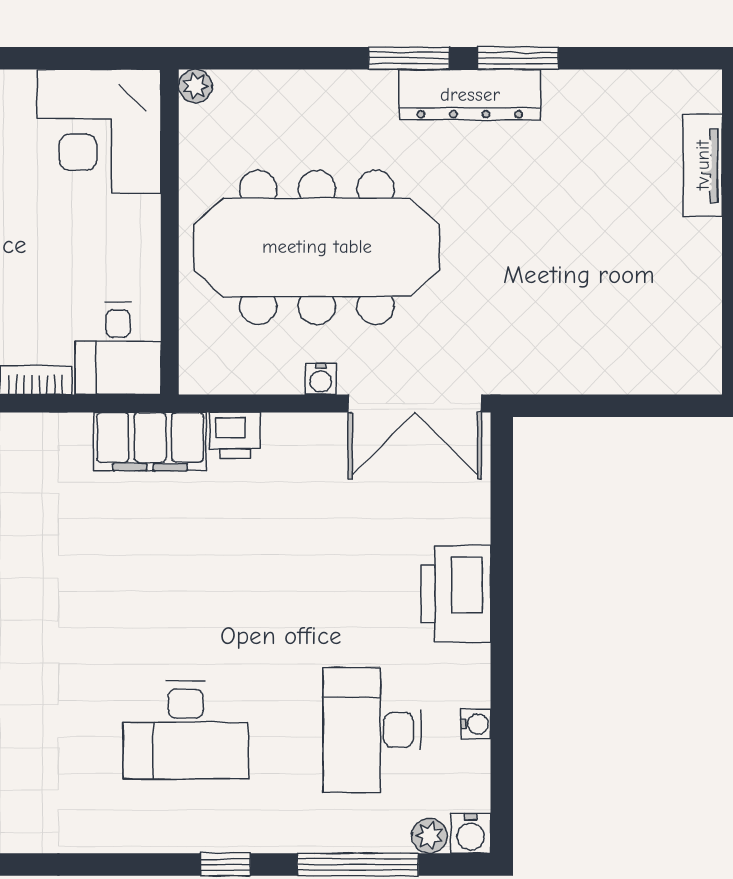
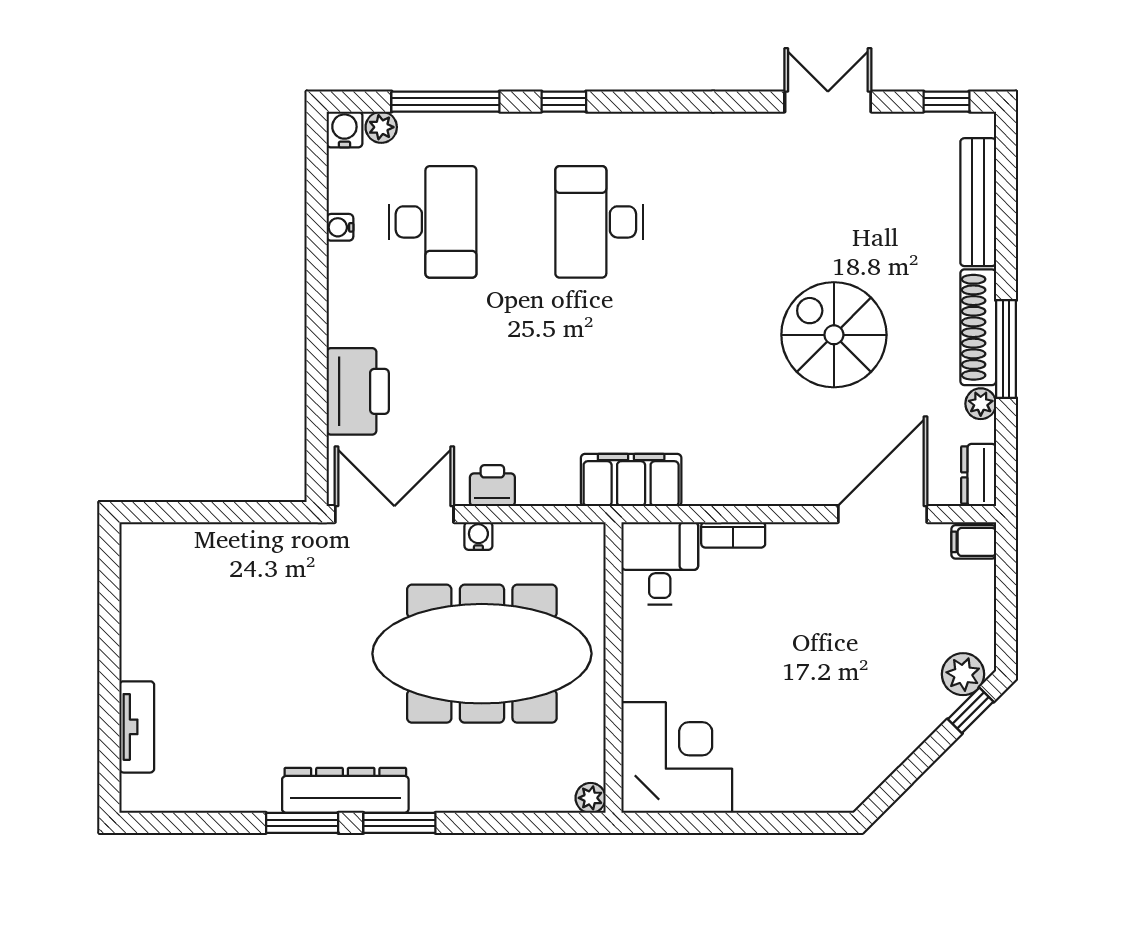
printer: (235, 435) -> (492, 486), moved
printer: (456, 594) -> (358, 391), moved
desk: (186, 730) -> (599, 222), turned -90

